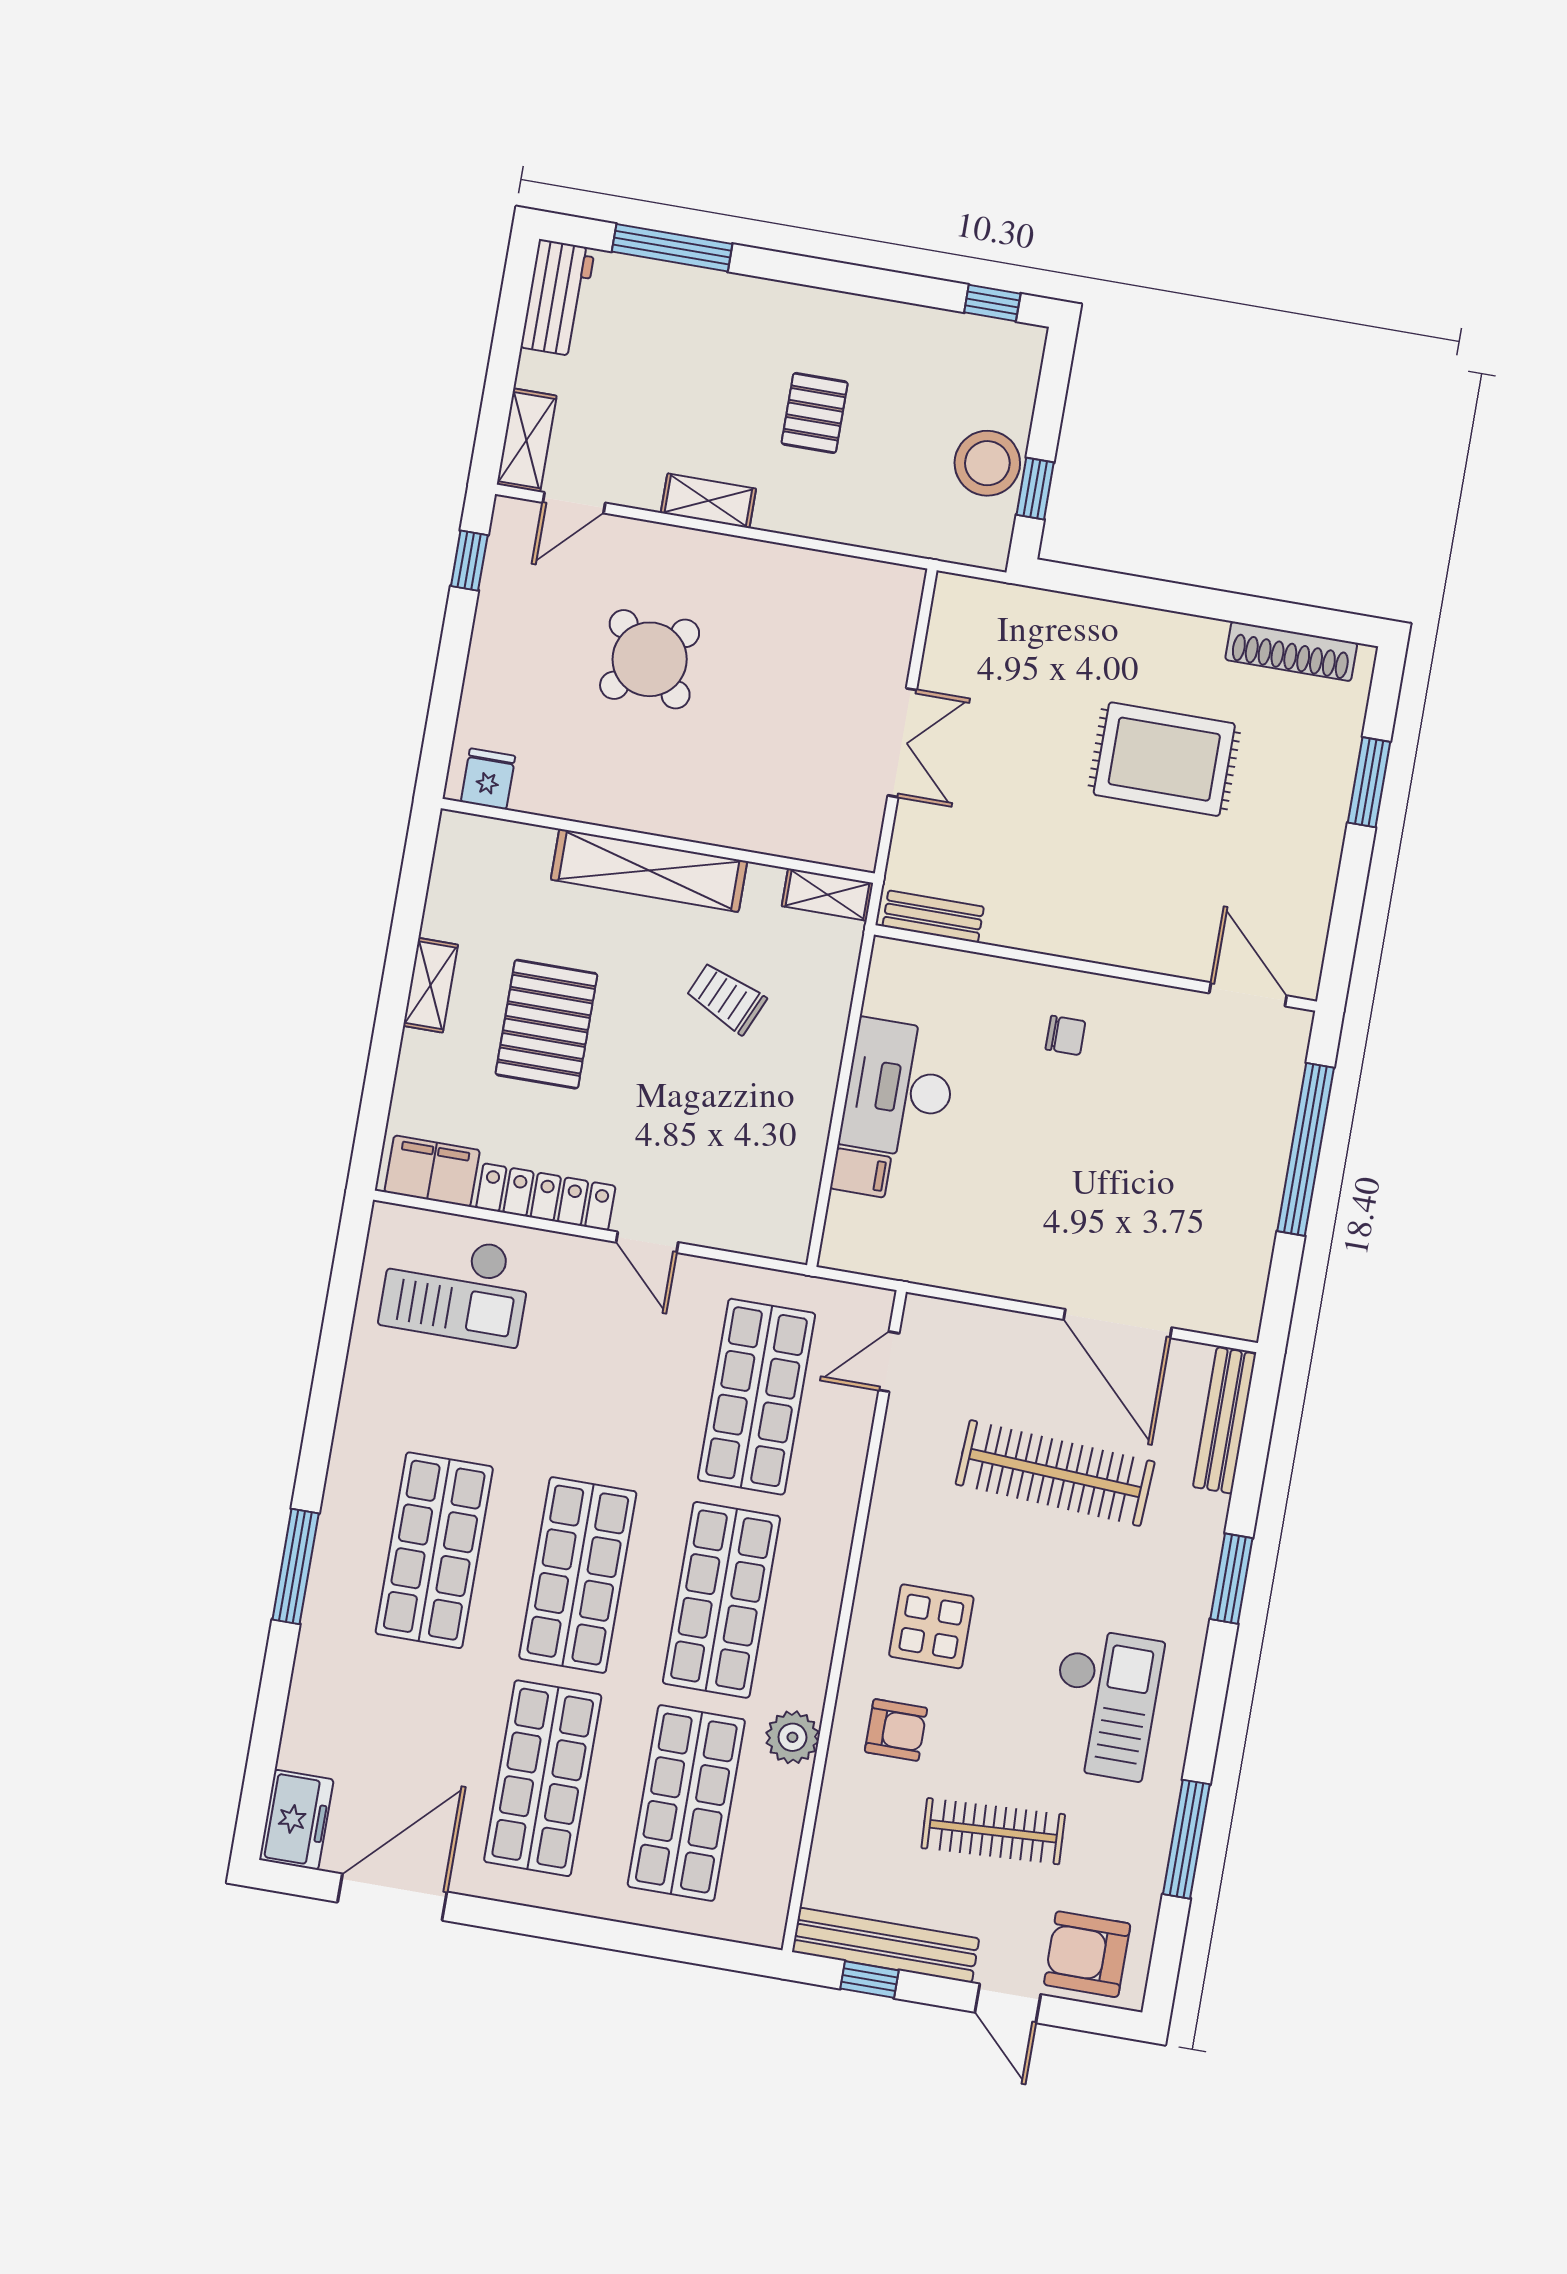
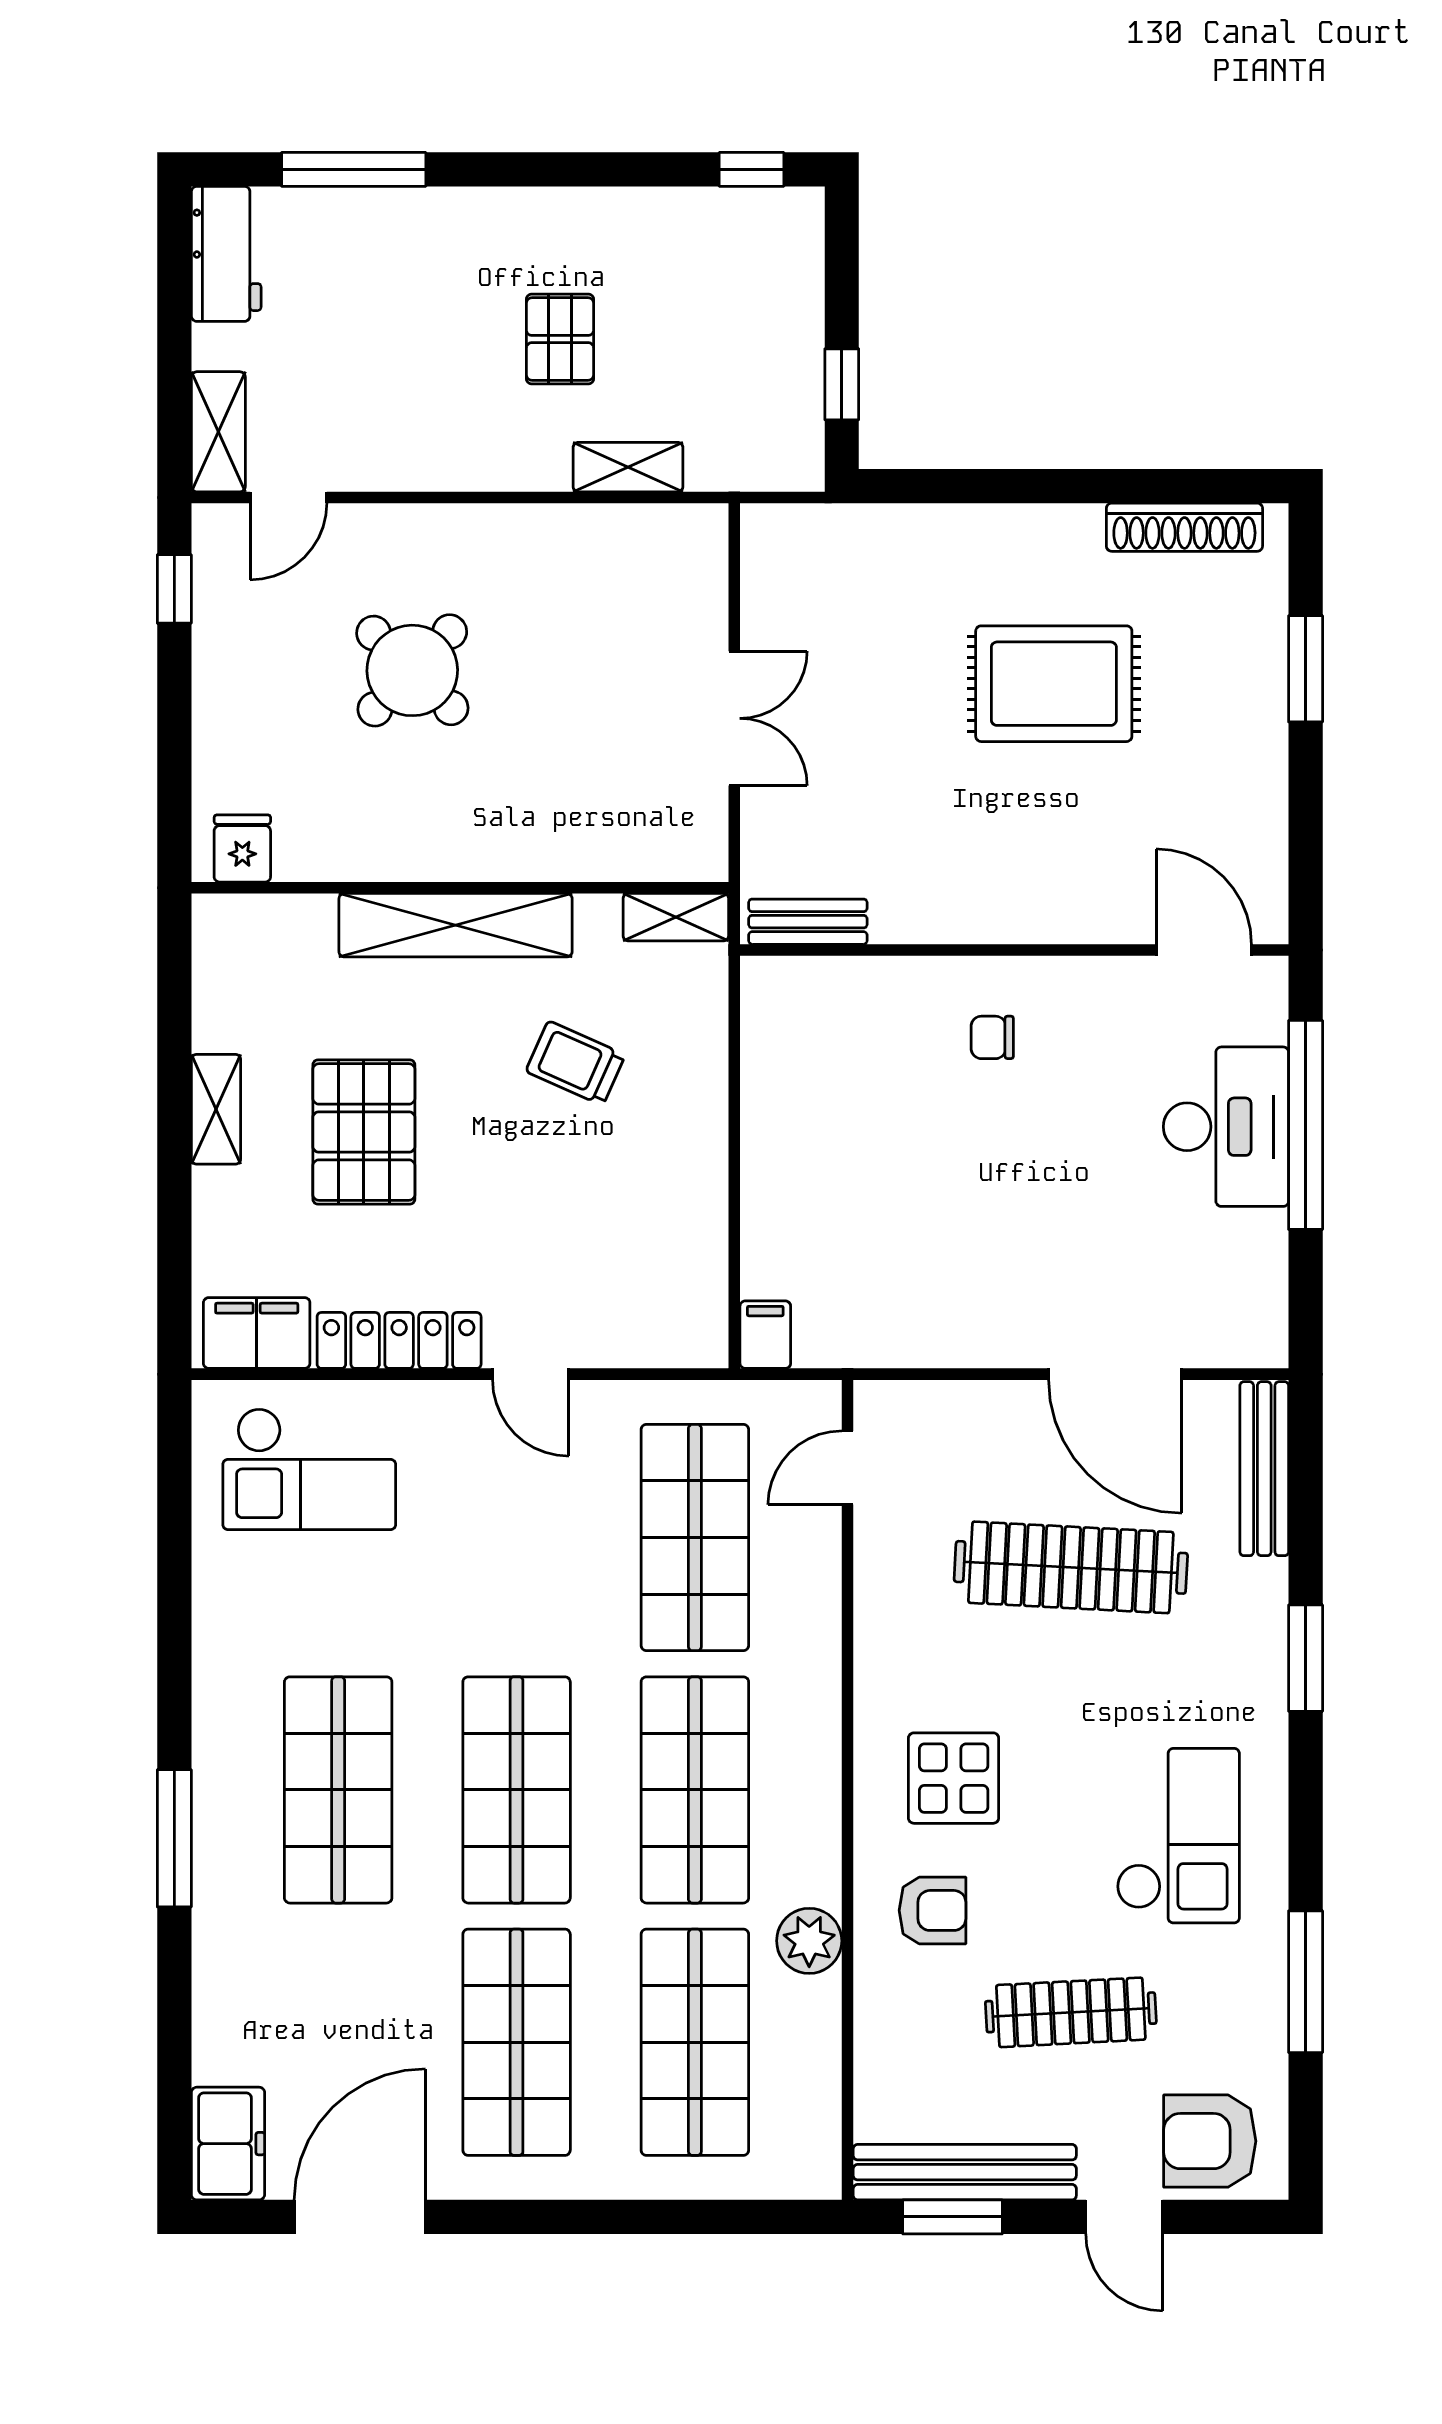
stool: (987, 463) -> (779, 364), removed
shelving: (708, 501) -> (628, 467), moved
chair: (1065, 1035) -> (992, 1037), turned 180
desk: (899, 1089) -> (1226, 1127), moved, turned 180
filing cabinet: (861, 1173) -> (765, 1335), moved, turned -90
window: (869, 1979) -> (952, 2217), width x1.50

